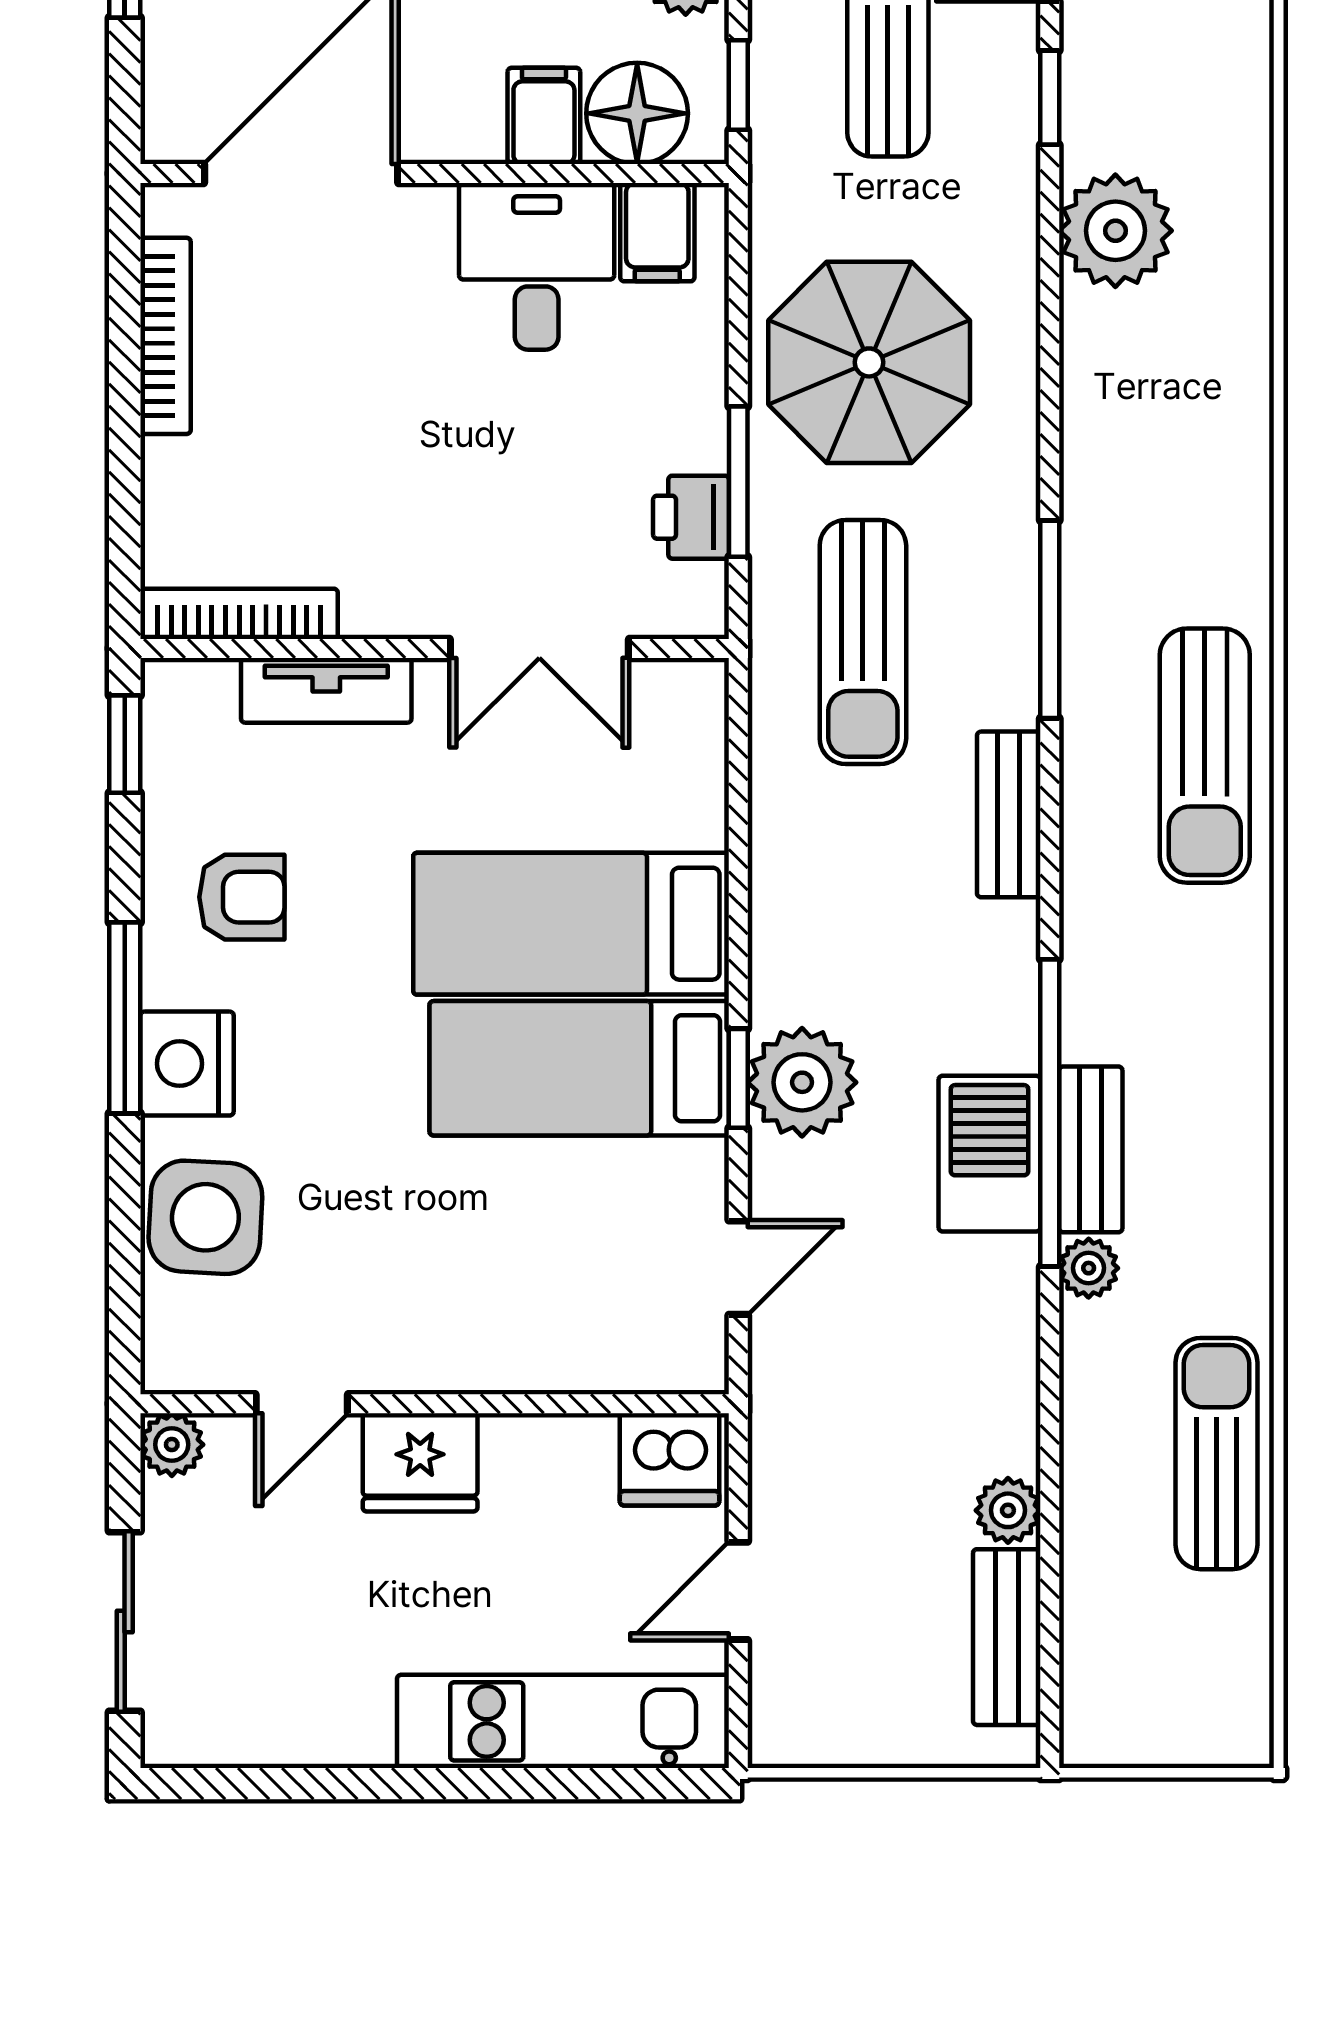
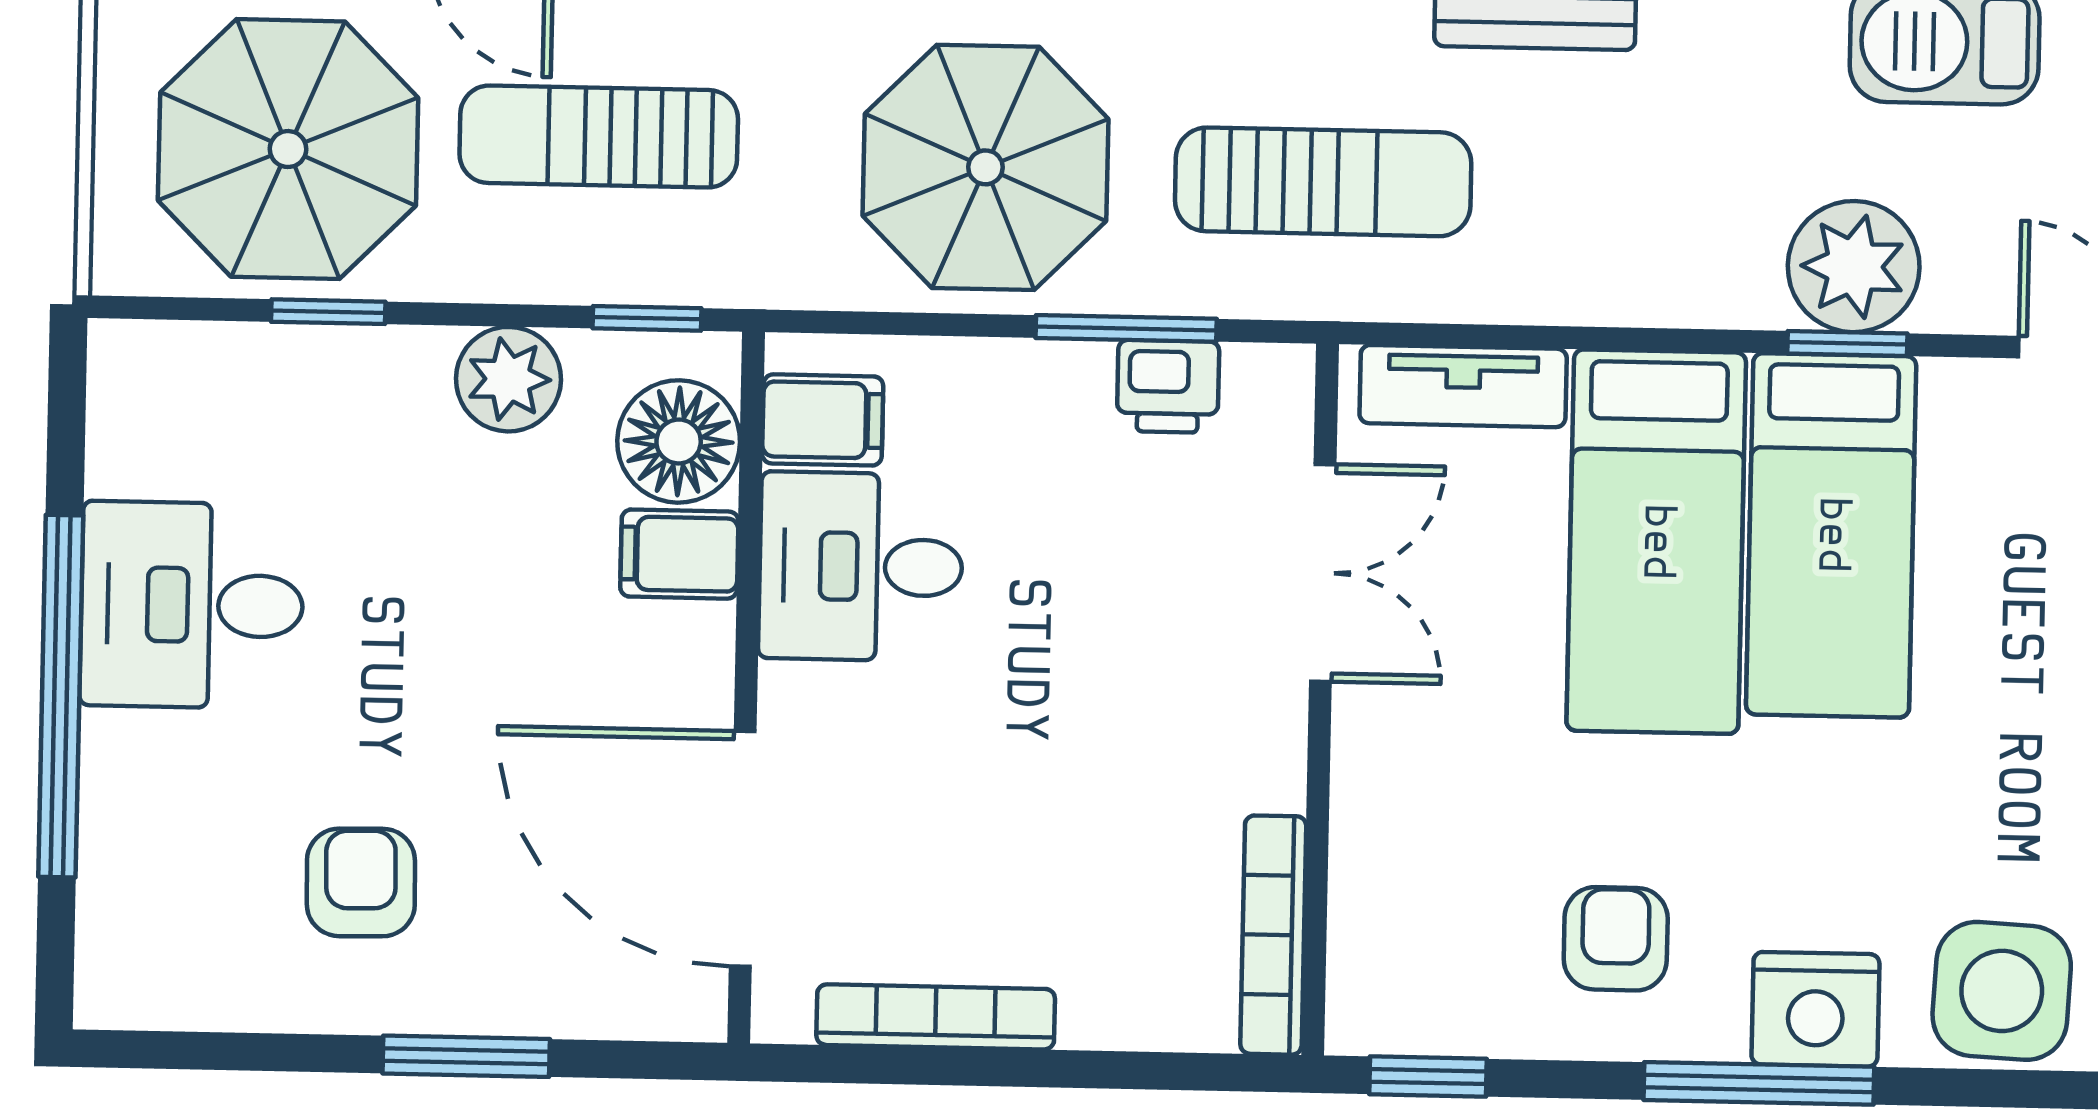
tv unit: (326, 690) -> (1463, 386), moved, turned 90

